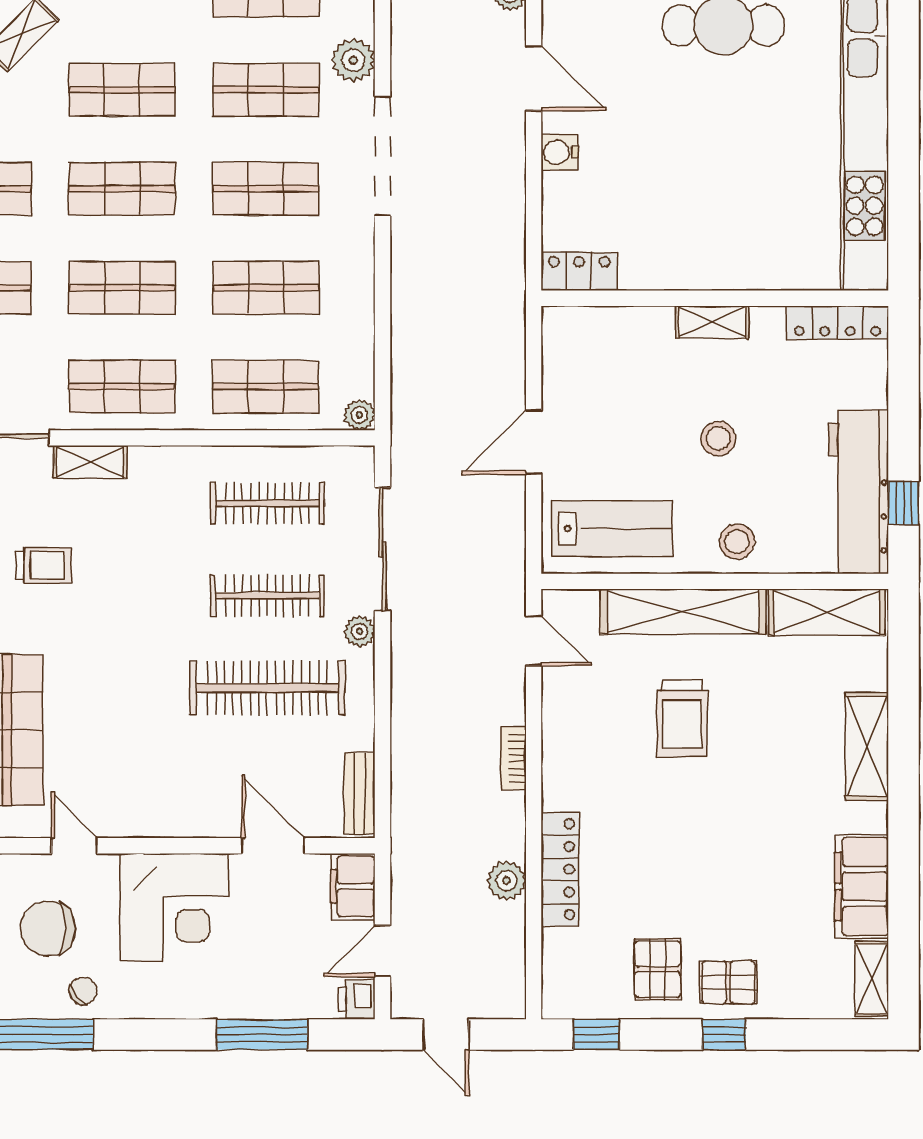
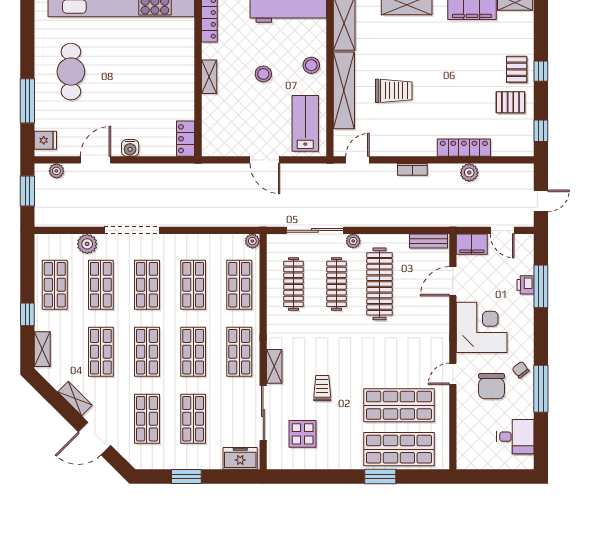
printer: (357, 1000) -> (525, 285), moved, turned 90

